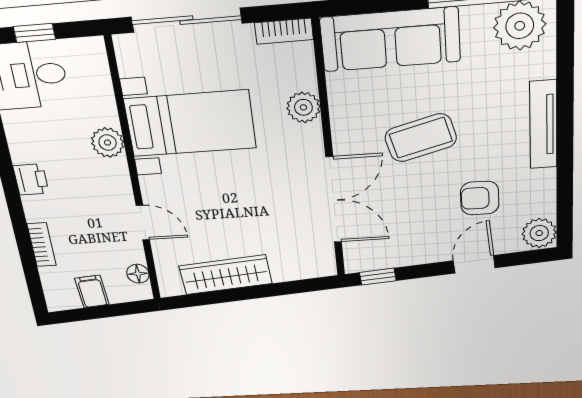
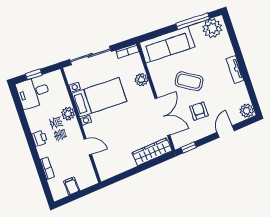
tv unit: (543, 125) -> (235, 69), width x0.71
coffee table: (421, 138) -> (189, 81), turned 46
armchair: (480, 198) -> (199, 111), moved, turned 90
floor lamp: (138, 274) -> (90, 172), removed
wardrobe: (225, 275) -> (152, 152), moved

